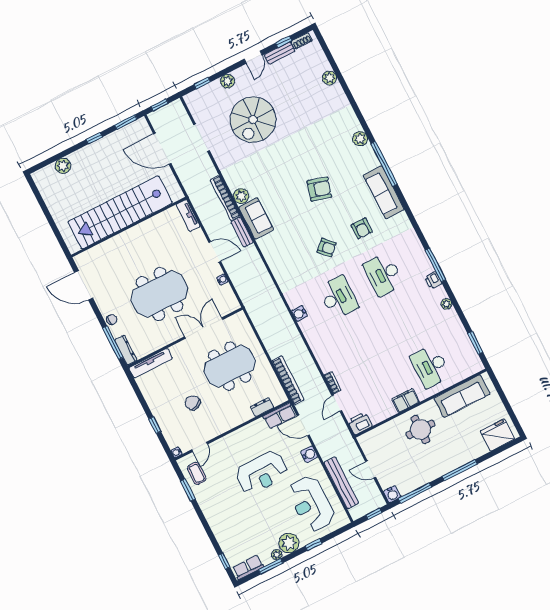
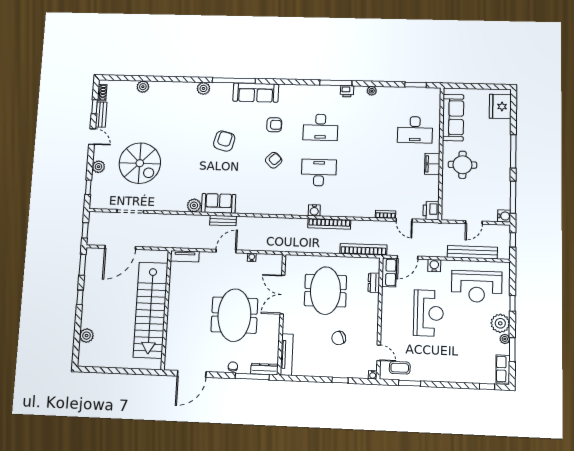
bookcase: (225, 198) -> (329, 224), moved

